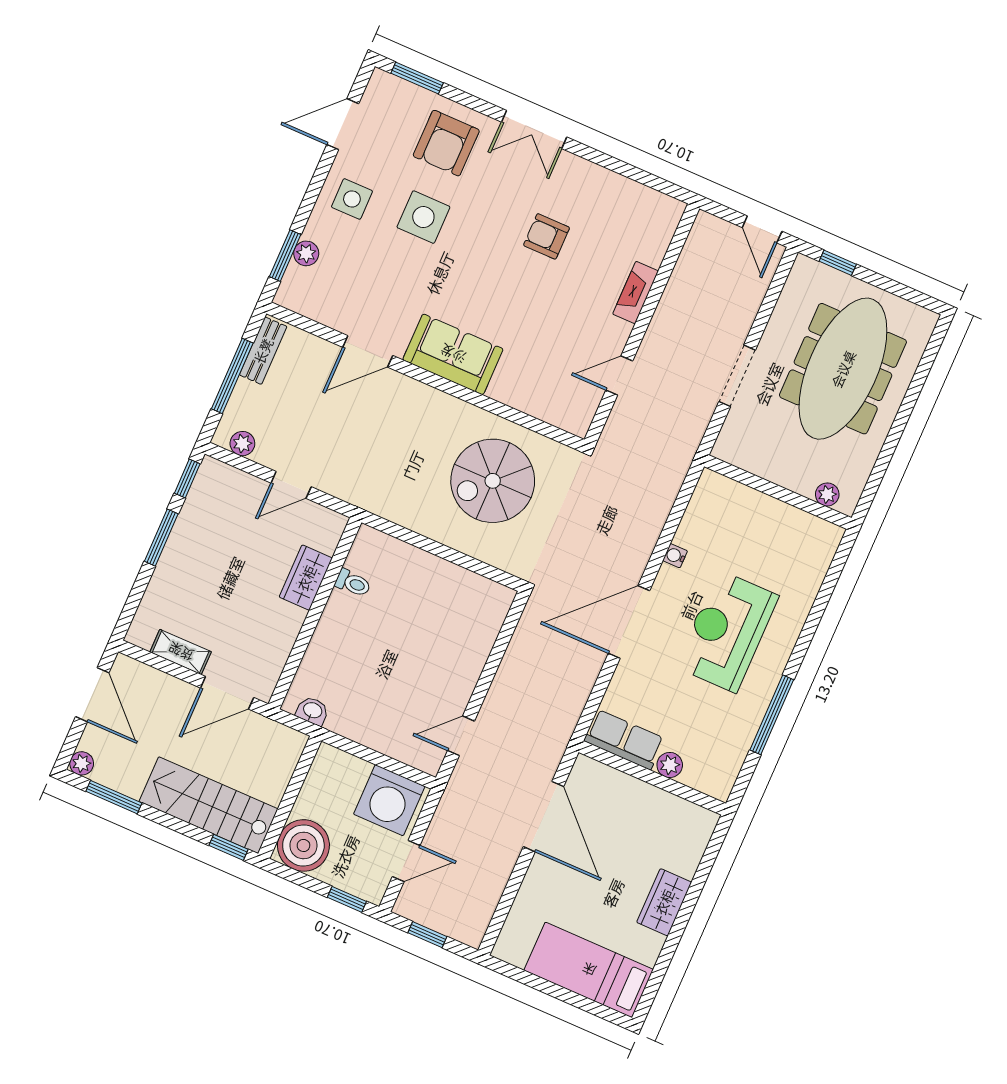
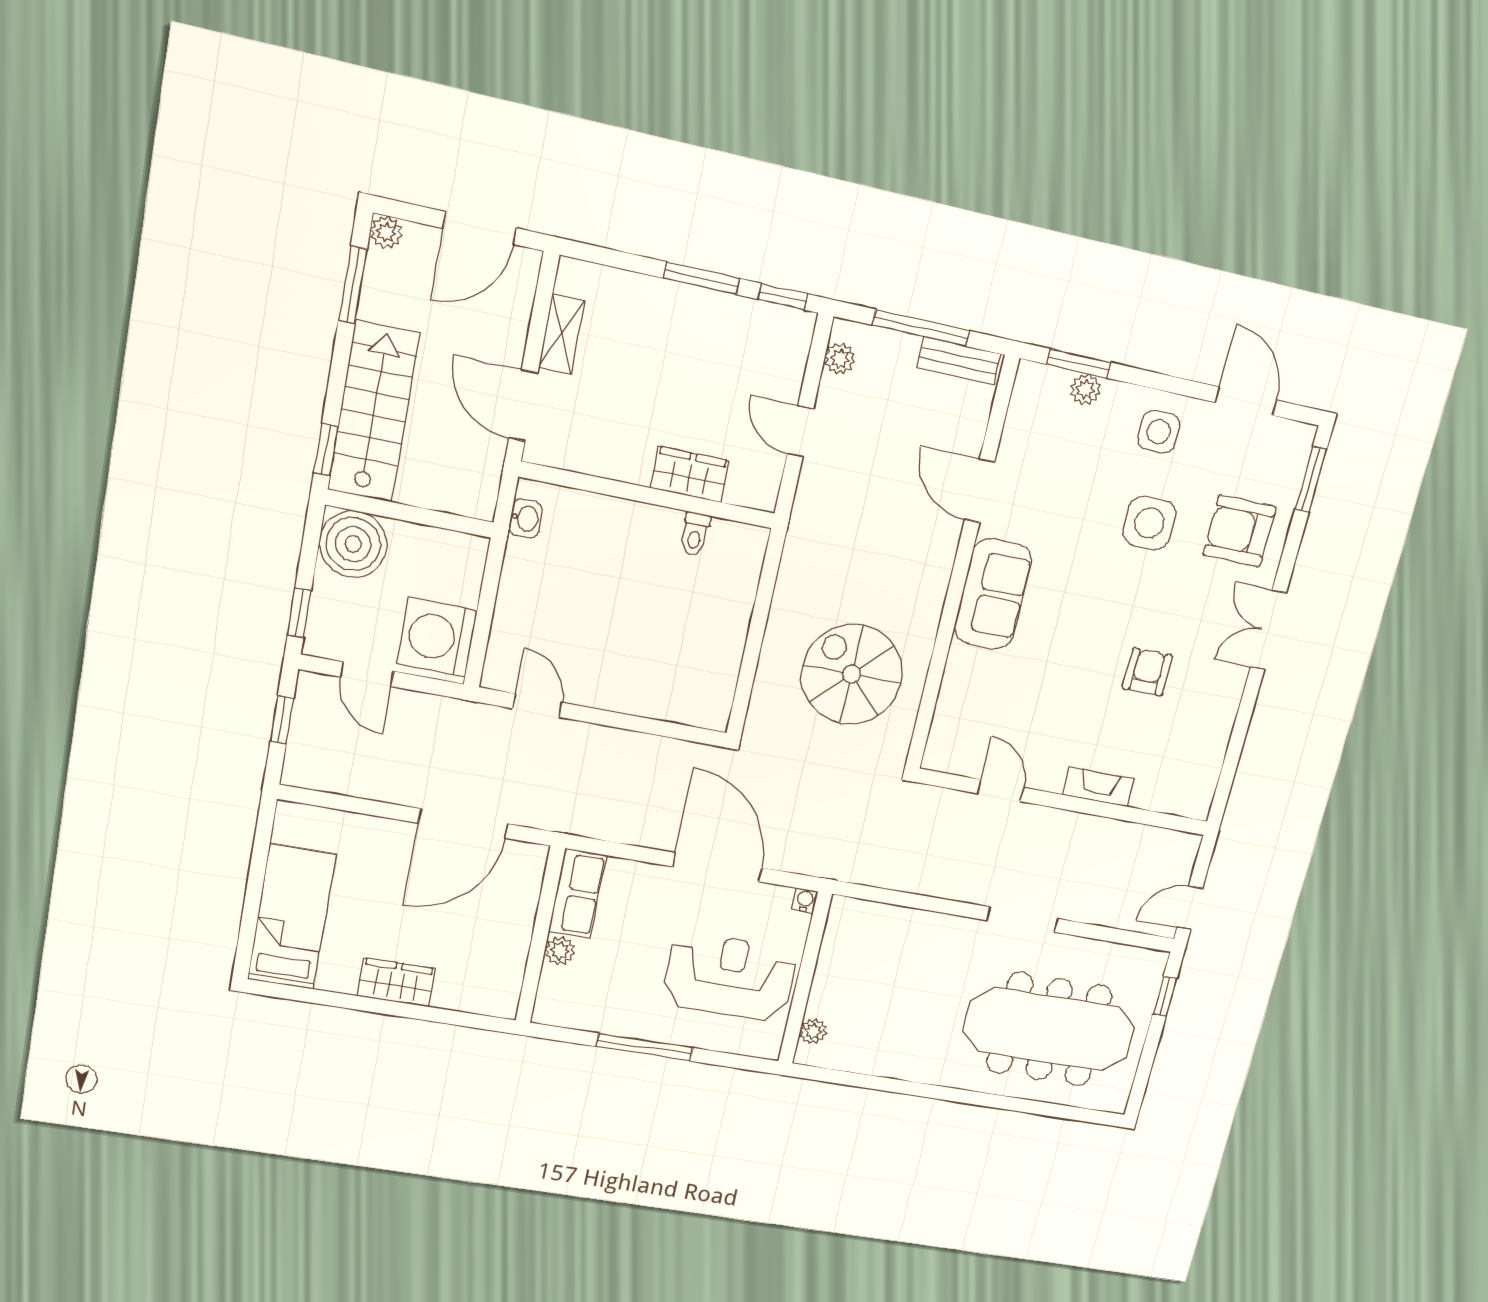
wall: (778, 492) -> (805, 978), moved
plant: (827, 494) -> (813, 1031), moved

